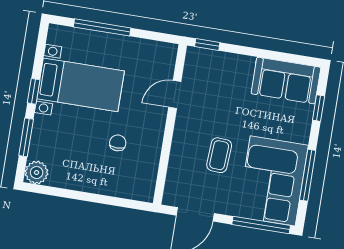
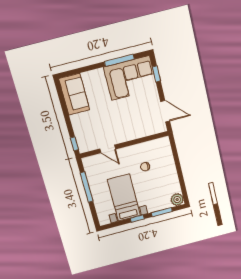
window: (102, 27) -> (87, 187), moved
window: (319, 108) -> (81, 70), removed
coffee table: (219, 155) -> (129, 112), removed
window: (261, 225) -> (156, 74), width x0.46

